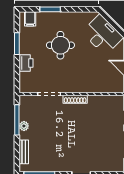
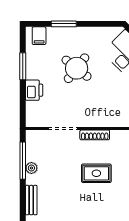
round table: (60, 45) -> (77, 68), turned 38
rug: (76, 130) -> (96, 173), added

